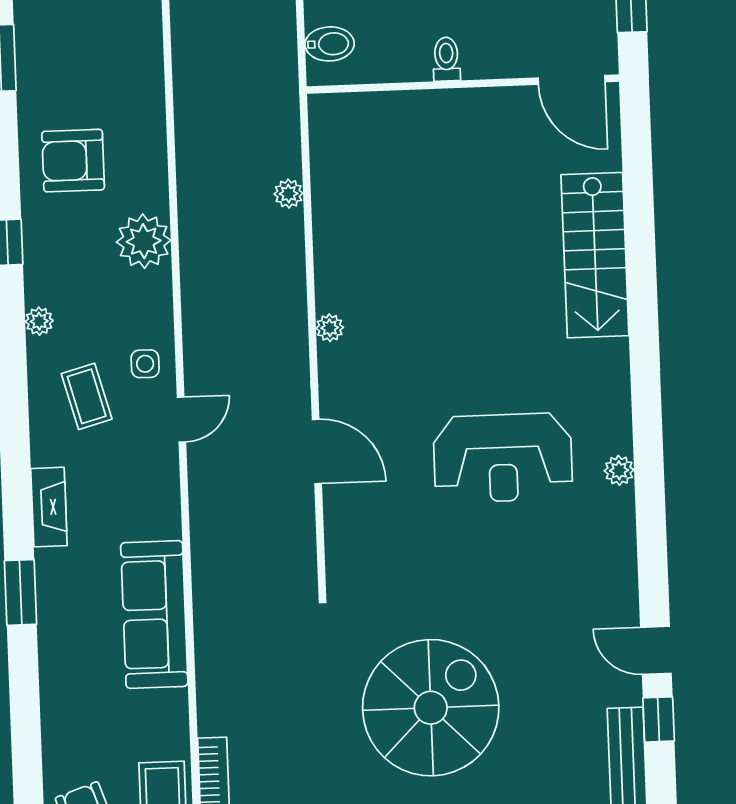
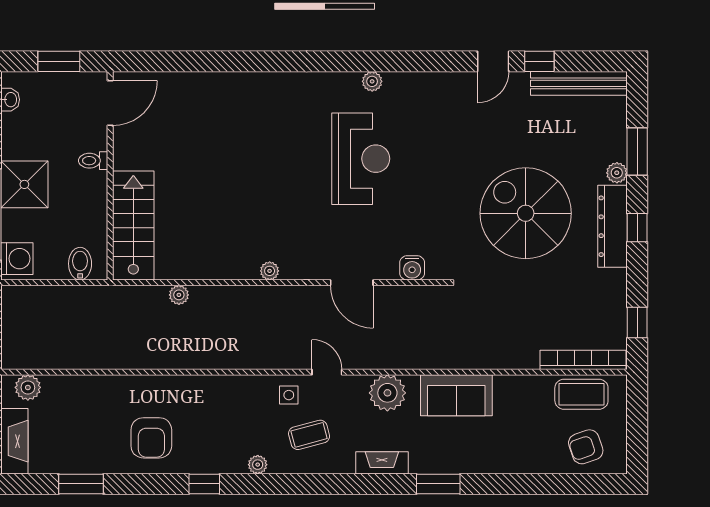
toilet: (446, 59) -> (93, 161), moved
plant: (144, 241) -> (387, 393), moved
stairs: (595, 255) -> (133, 226), moved, turned -90
door: (317, 452) -> (352, 283), swing flipped
water cooler: (342, 541) -> (412, 268), added
sofa: (154, 614) -> (456, 395), width x0.73

